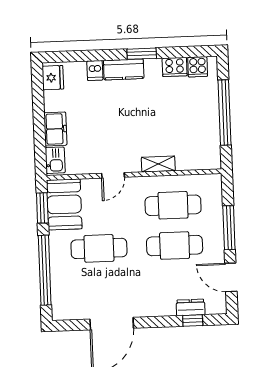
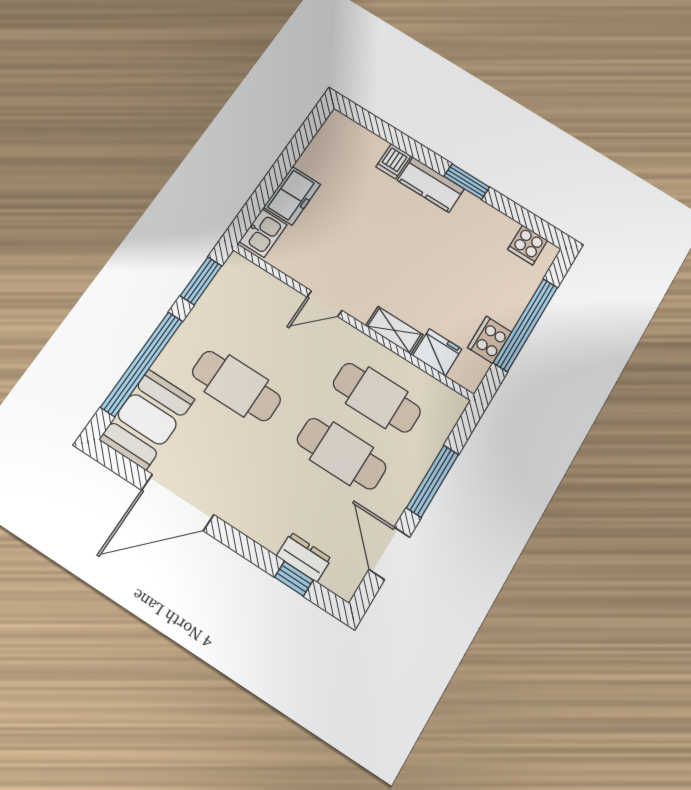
cooker: (175, 67) -> (490, 340), moved, turned 90
fridge: (53, 78) -> (437, 352), moved, turned -90
booth: (64, 204) -> (147, 419), moved

